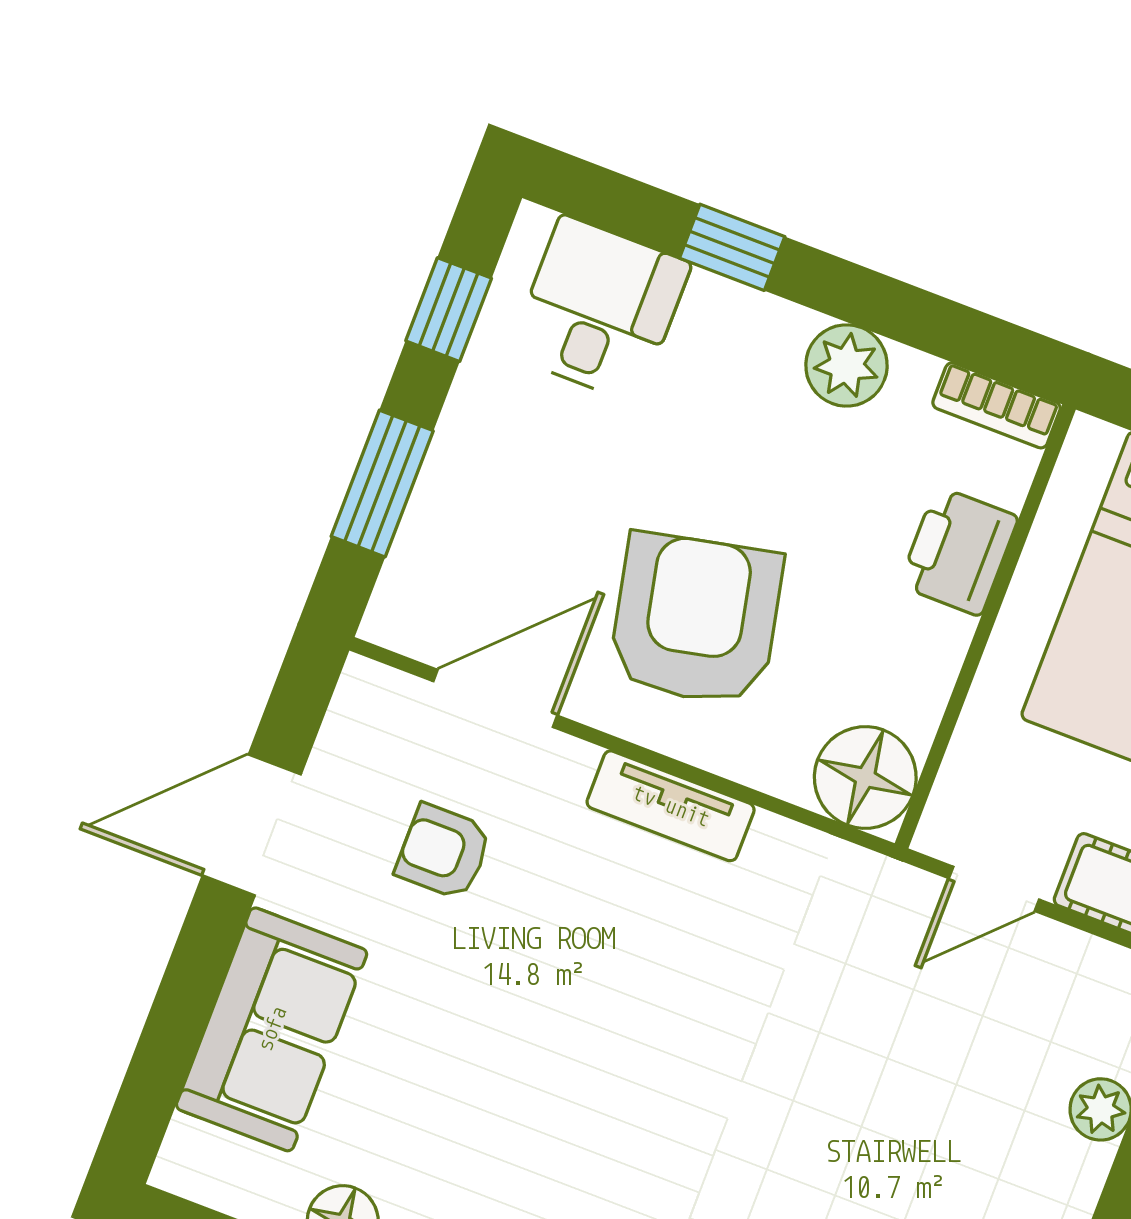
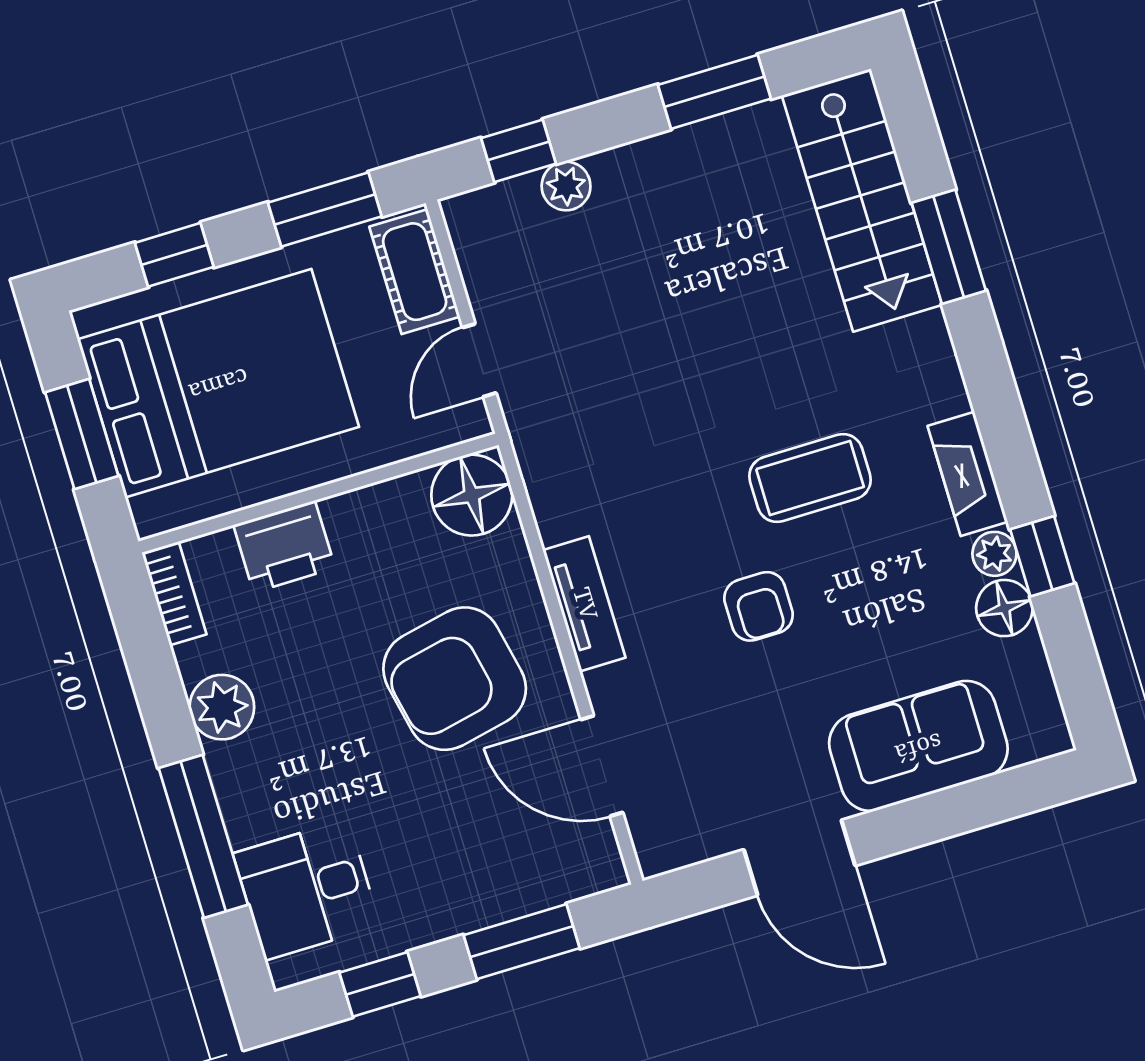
window: (732, 247) -> (203, 836), width x2.17
armchair: (444, 852) -> (759, 606), moved
door: (994, 889) -> (479, 360), swing flipped
coffee table: (622, 1128) -> (810, 478), added

